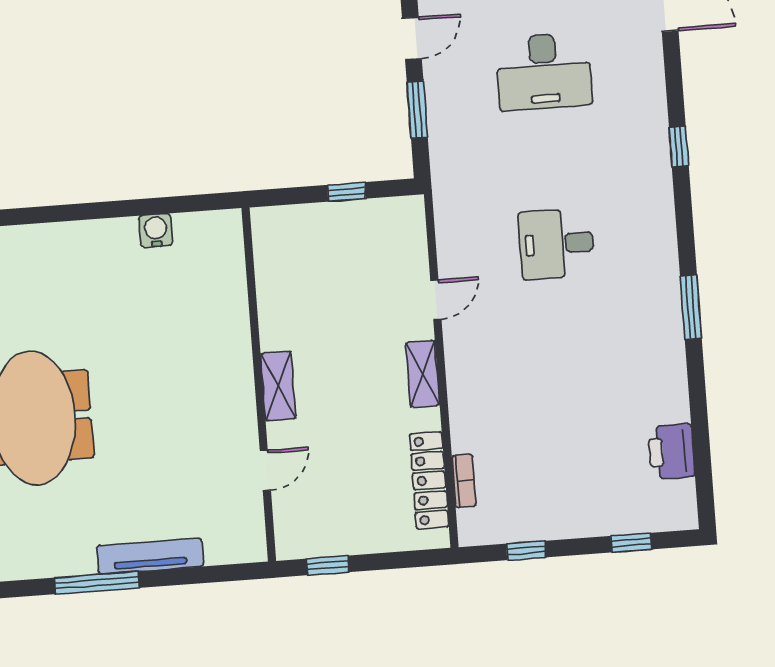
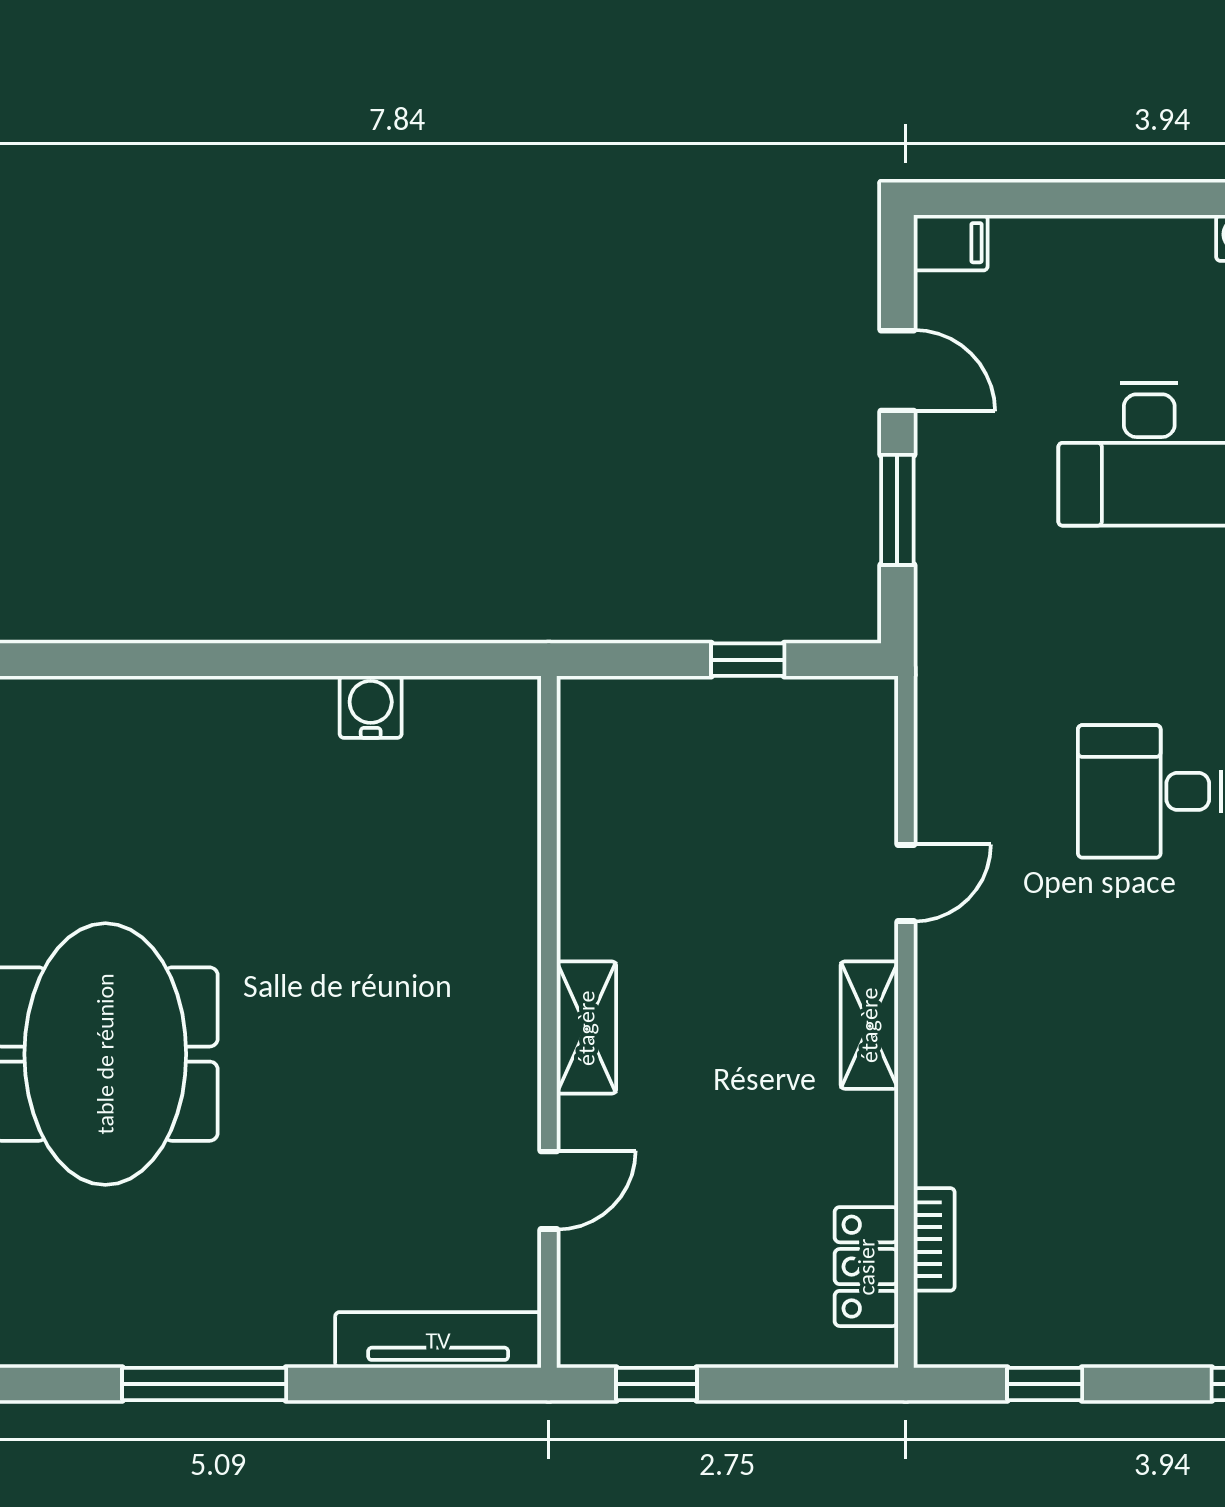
door: (412, 38) -> (897, 371), hinge flipped
locker: (429, 480) -> (866, 1267), width x0.66
tv unit: (150, 556) -> (438, 1340), moved

